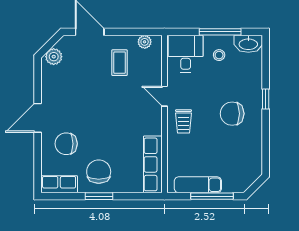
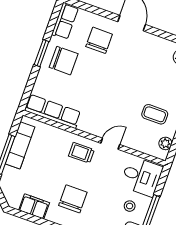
filing cabinet: (253, 149) -> (34, 206), added

